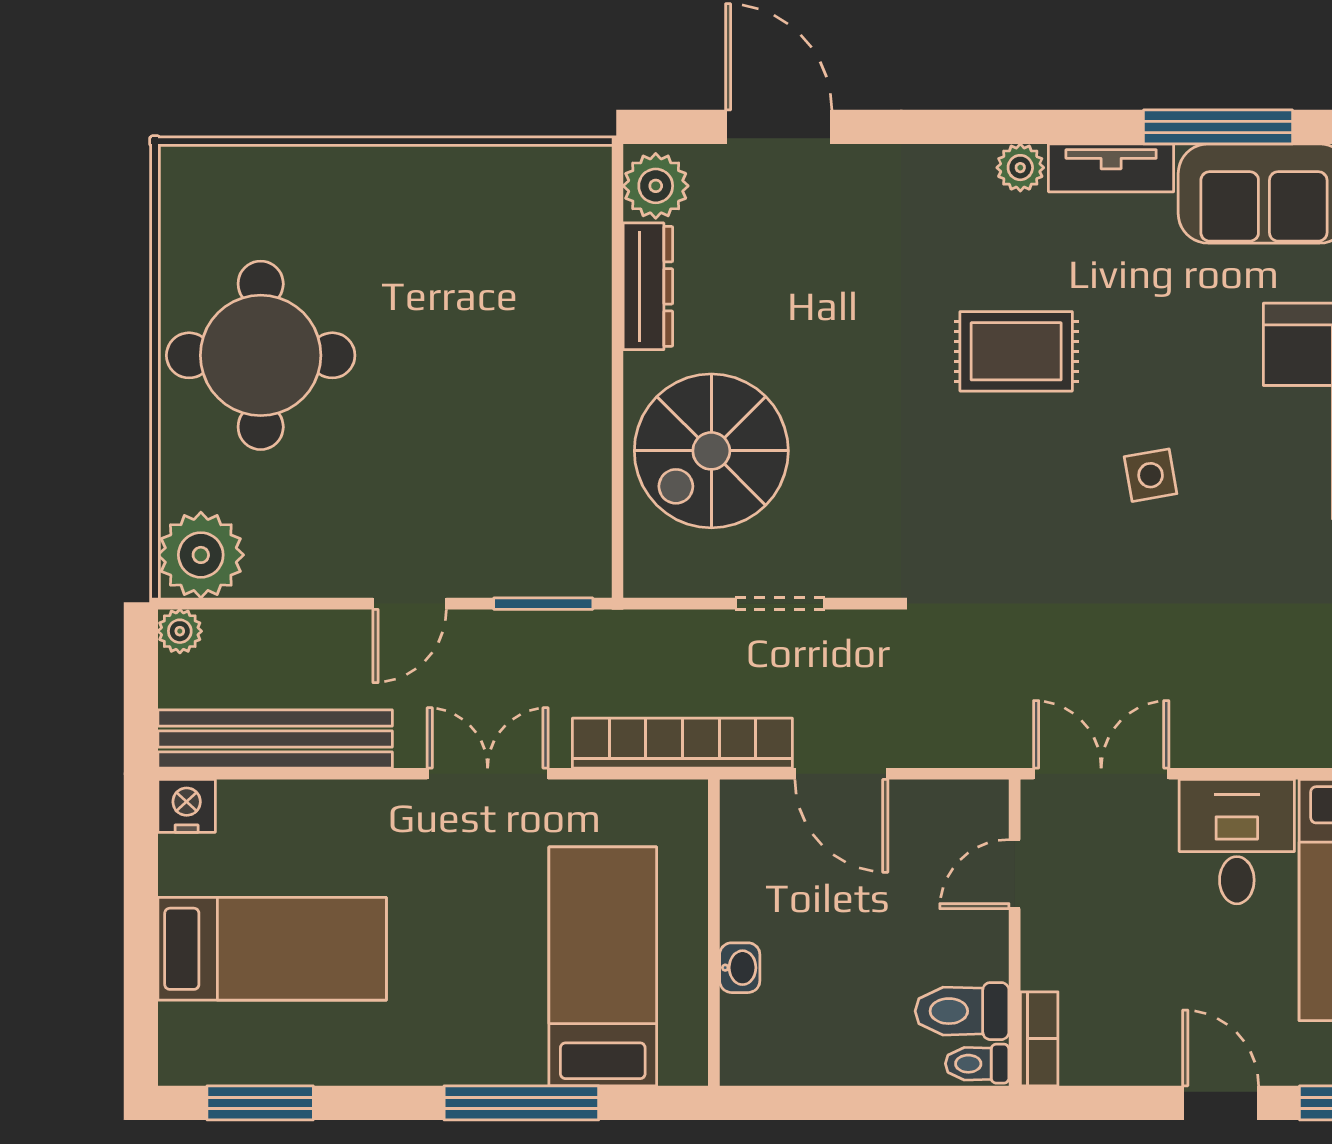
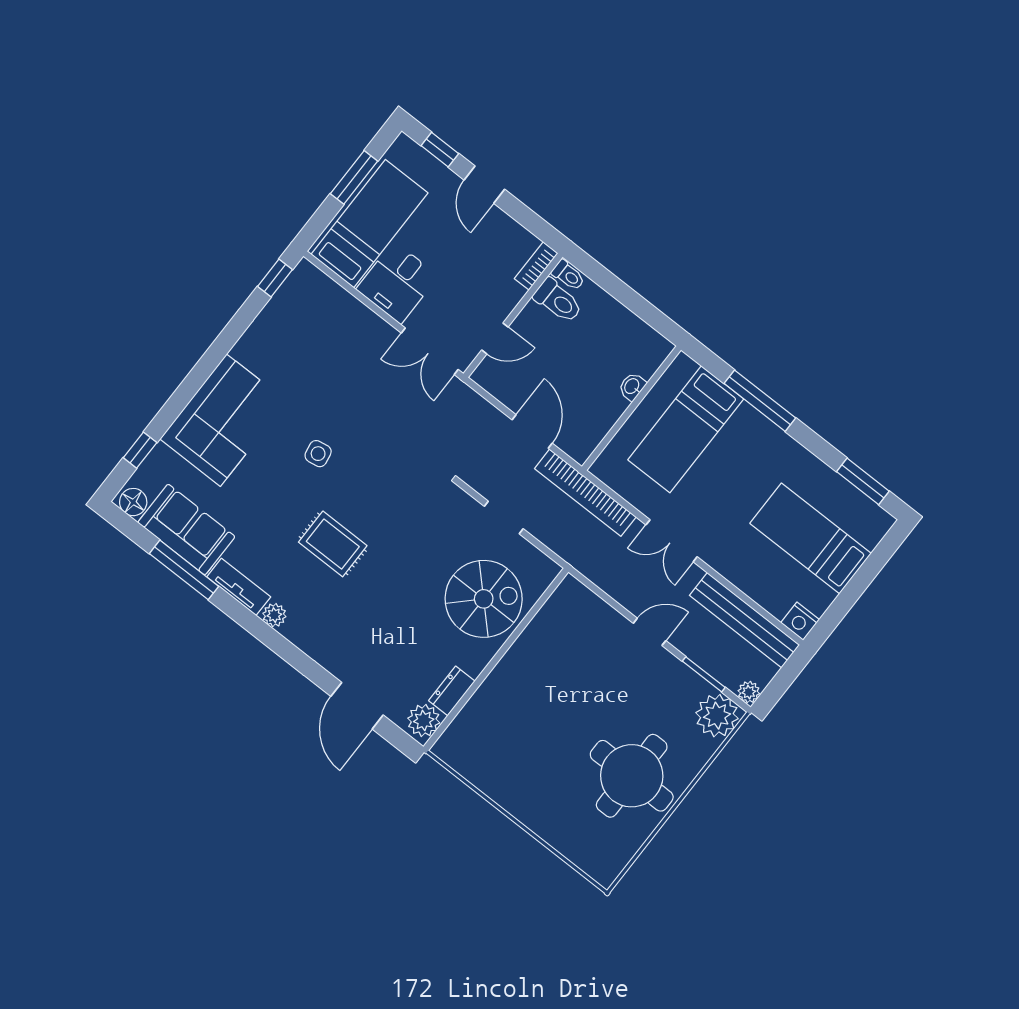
dresser: (648, 286) -> (452, 691), width x0.70
window: (543, 604) -> (704, 674), moved

